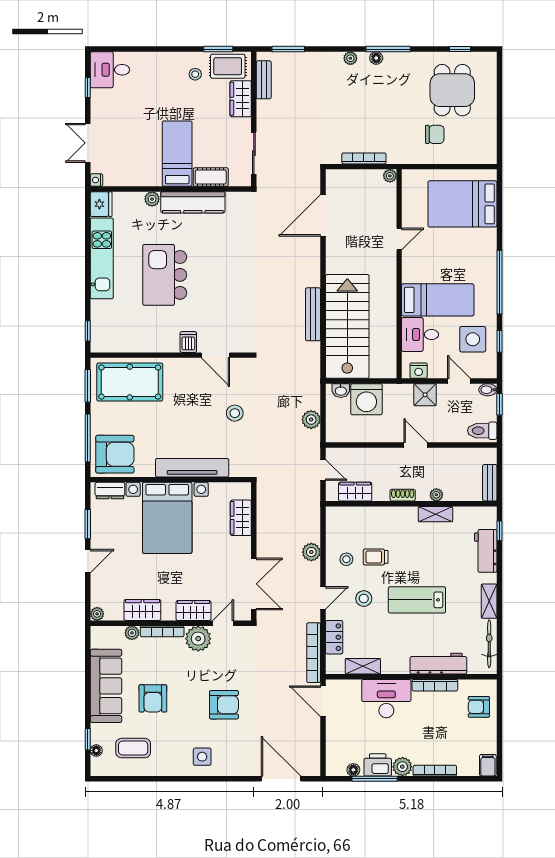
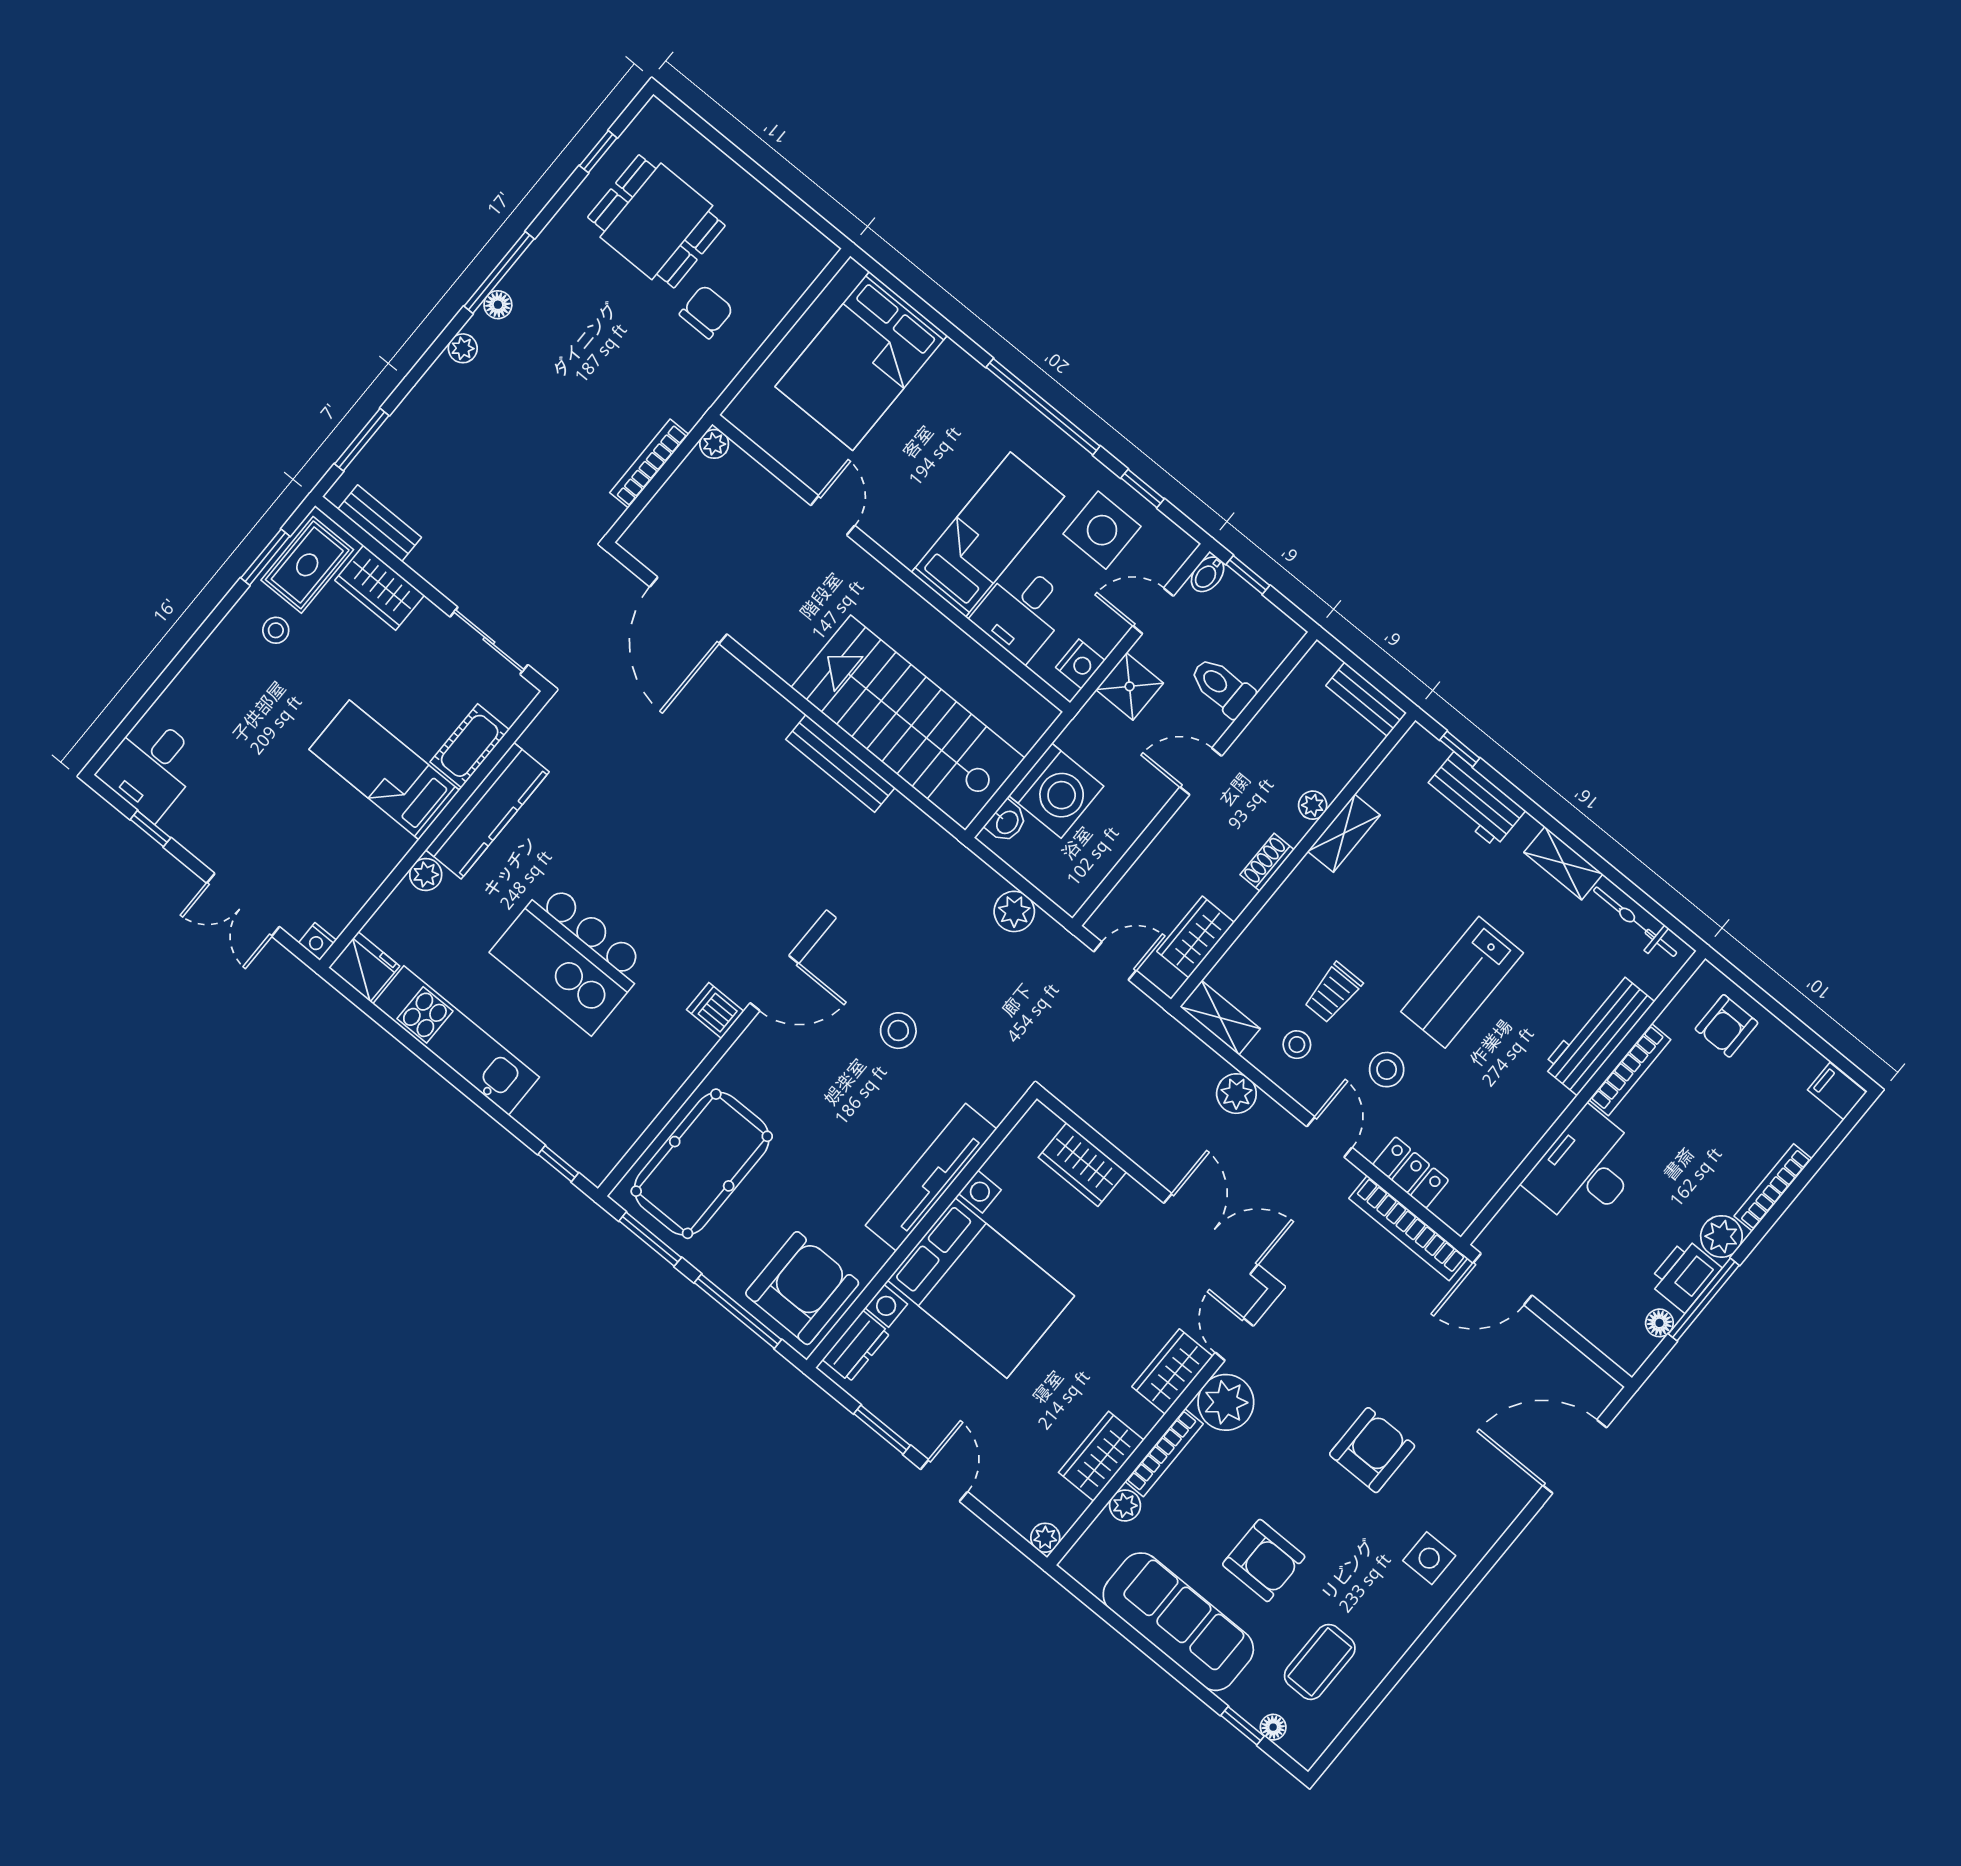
toilet: (482, 431) -> (1222, 687), moved, turned 90
shelving: (363, 666) -> (1220, 1018), moved, turned 90

